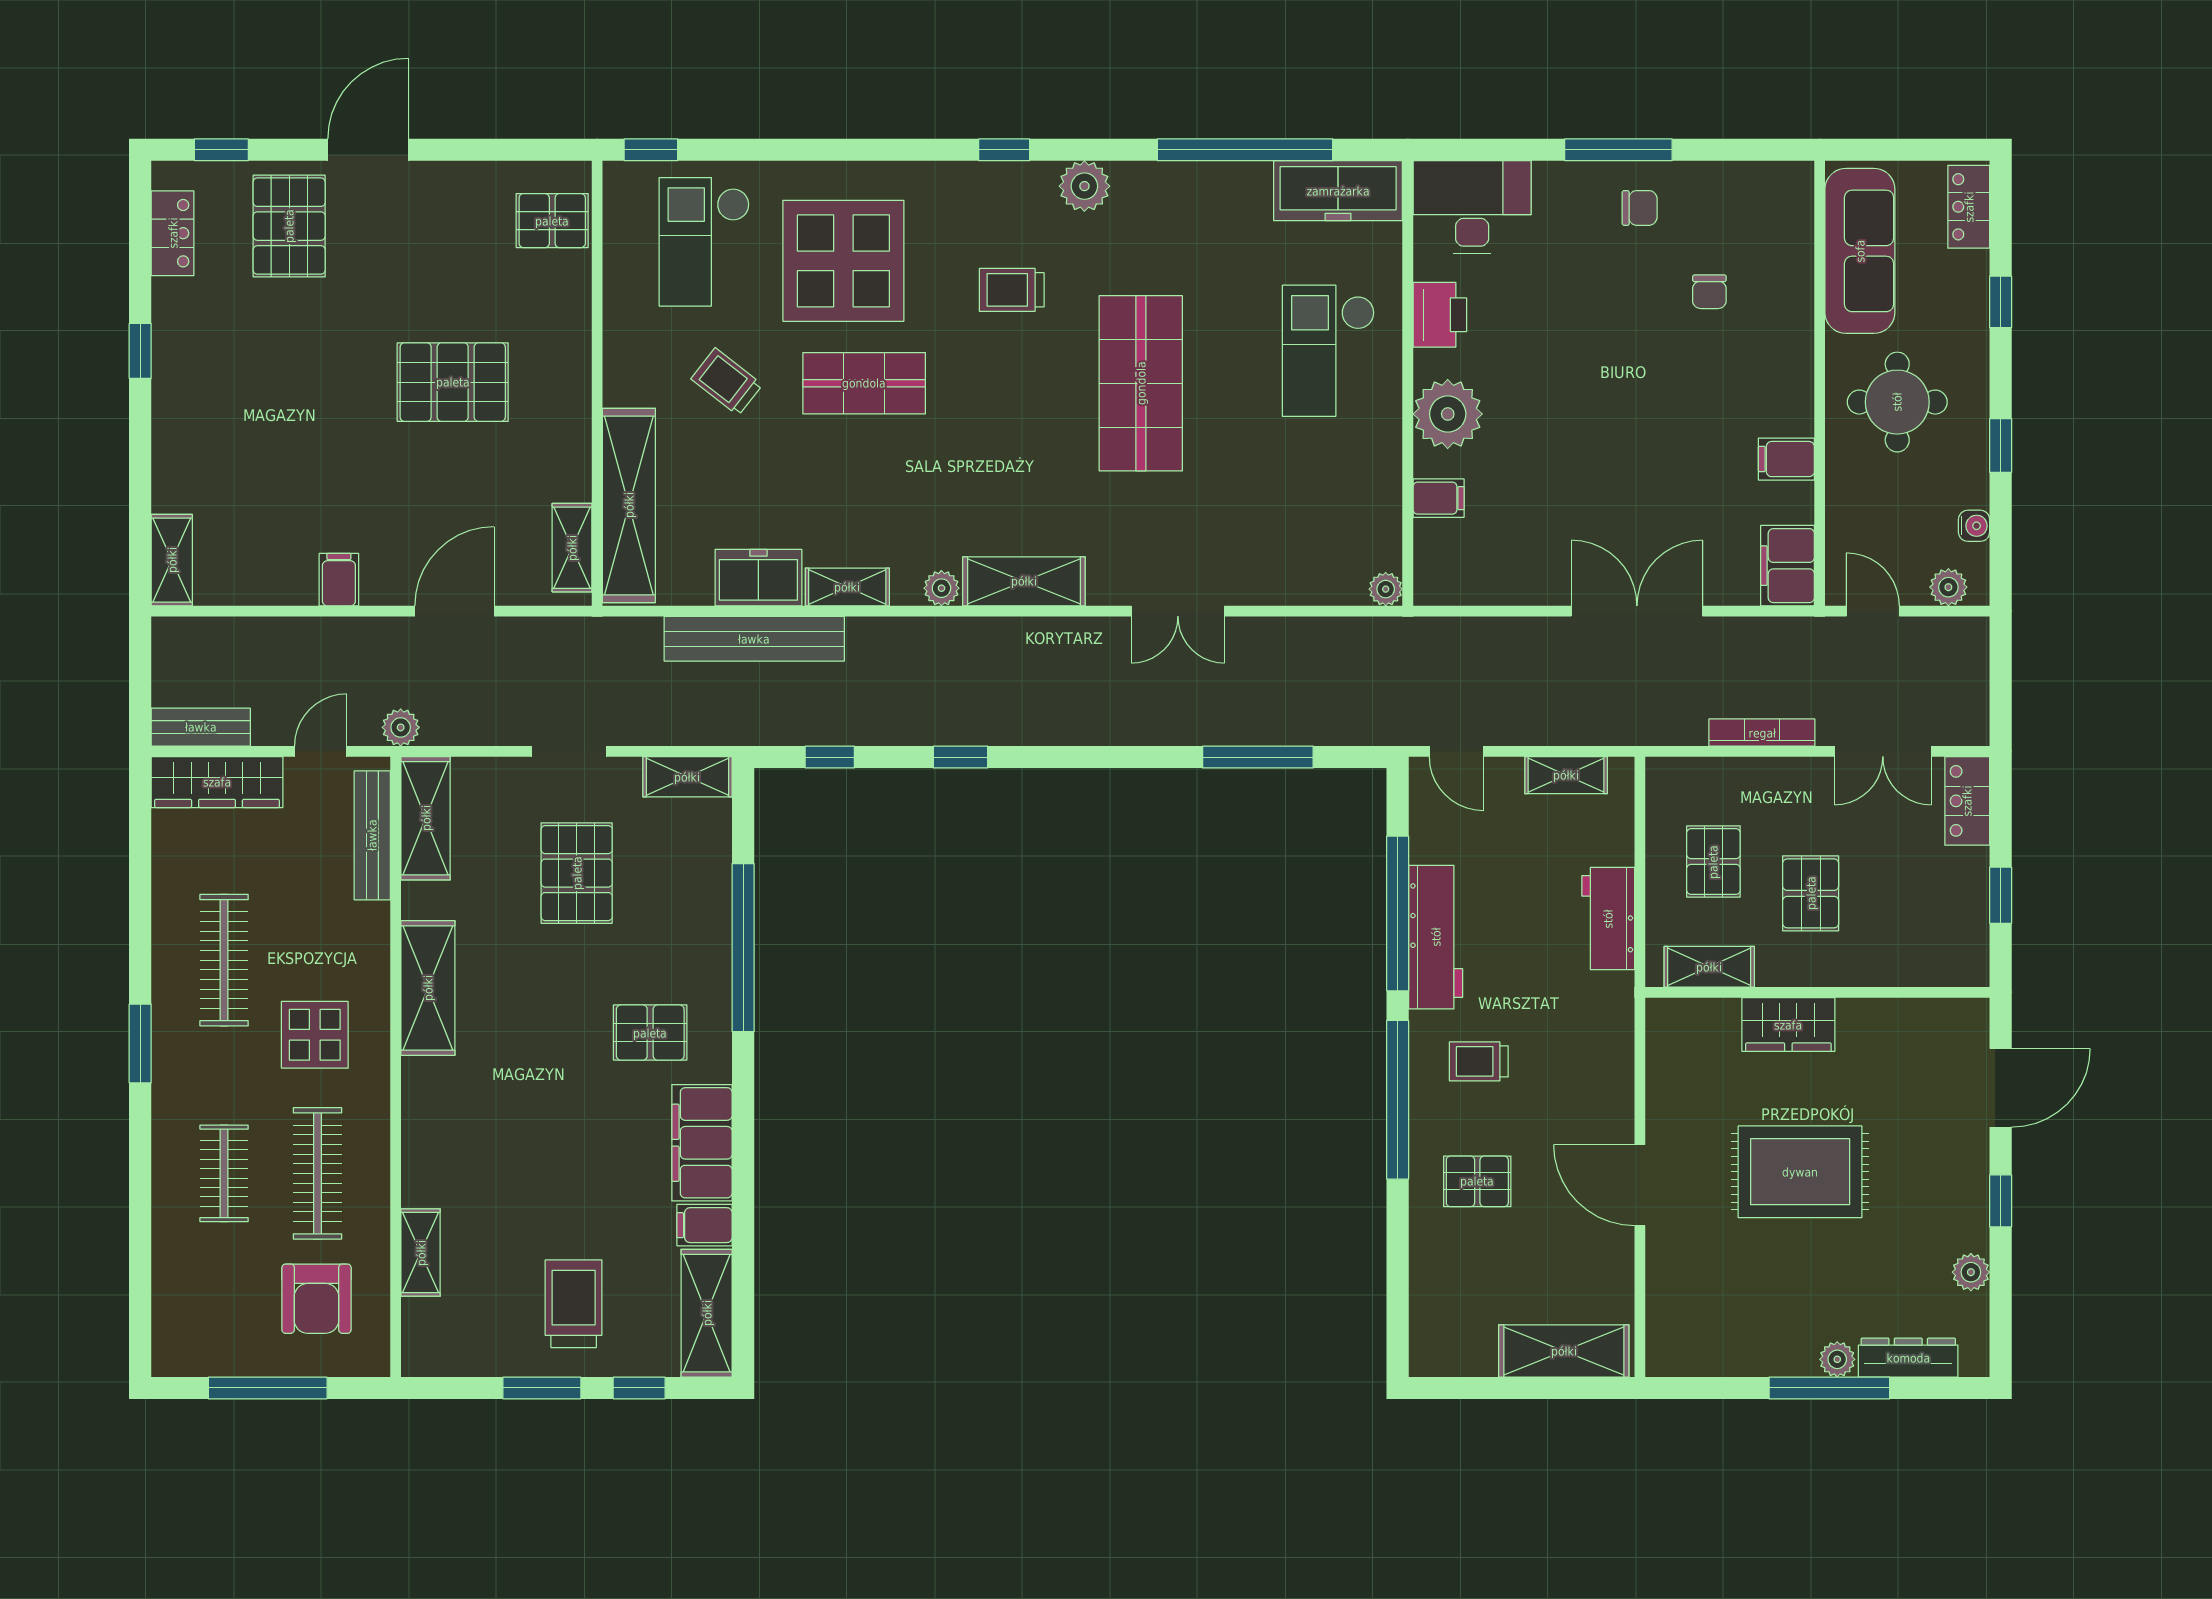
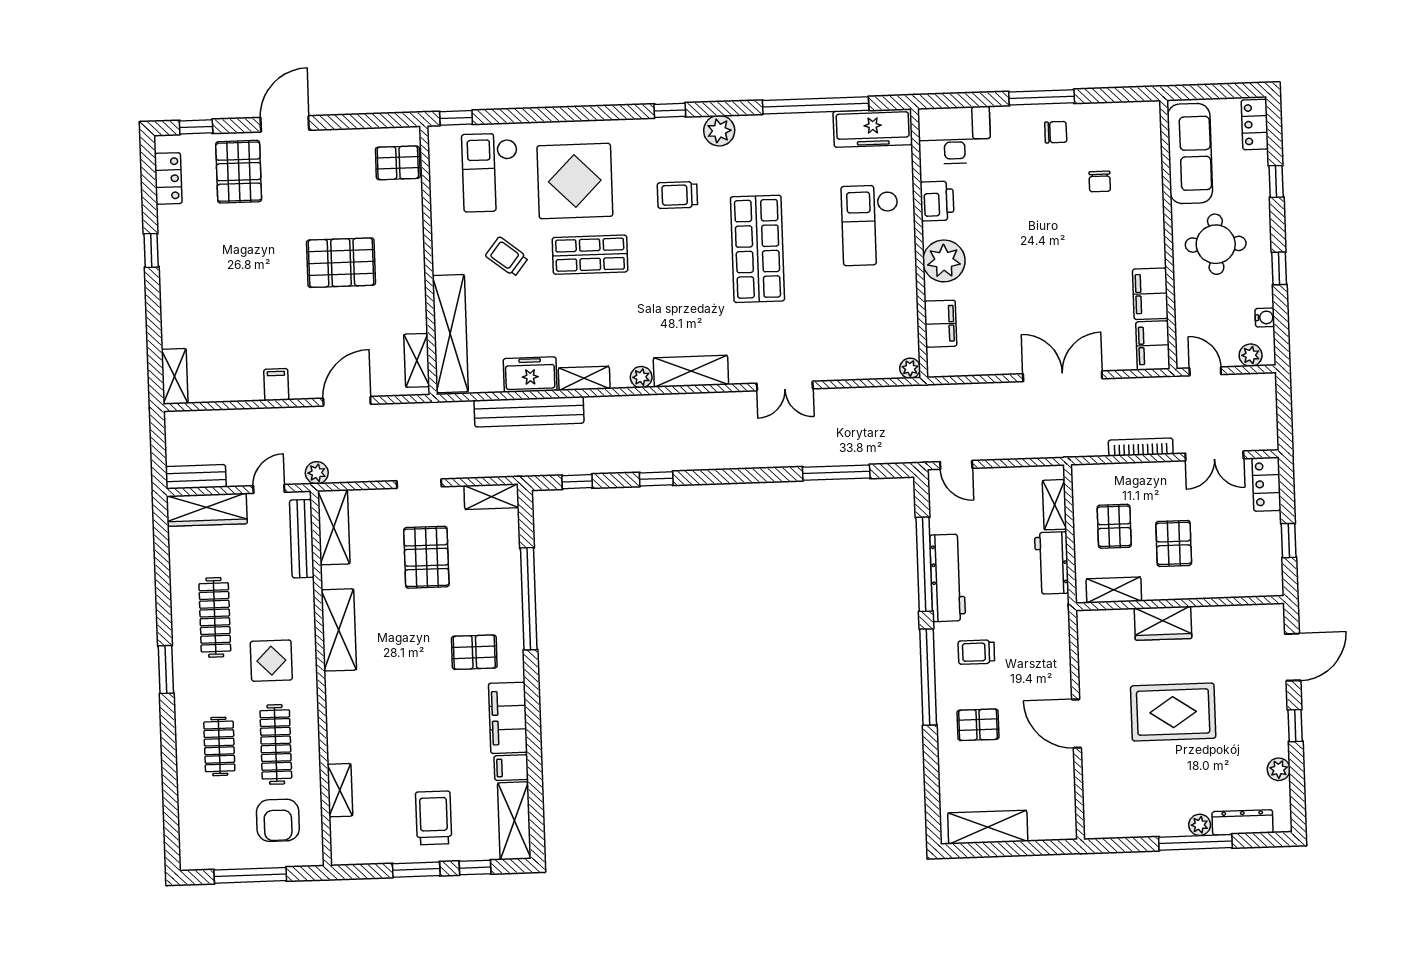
filing cabinet: (1786, 459) -> (1150, 294), width x2.00
filing cabinet: (1439, 498) -> (941, 324), width x2.00
shelving: (1566, 775) -> (1054, 505), moved, turned 90
shelving: (1564, 1351) -> (988, 827), moved

